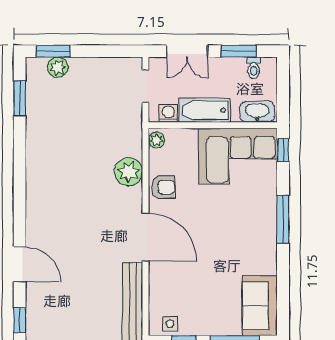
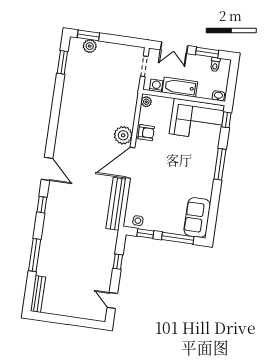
washbasin: (257, 112) -> (218, 96), width x0.52, depth x0.69
plant: (129, 172) -> (123, 135), moved
door: (146, 237) -> (130, 163), swing flipped

